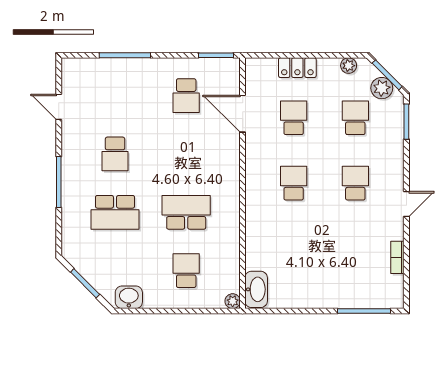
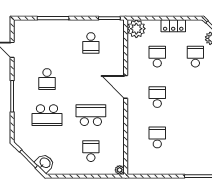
plant: (349, 66) -> (136, 29), moved, width x1.88, depth x1.88
locker: (297, 68) -> (173, 26), moved
door: (243, 114) -> (126, 87), moved
school desk: (355, 183) -> (157, 137), moved
washbasin: (256, 289) -> (134, 163), removed
washbasin: (129, 297) -> (45, 163), moved, turned 45

